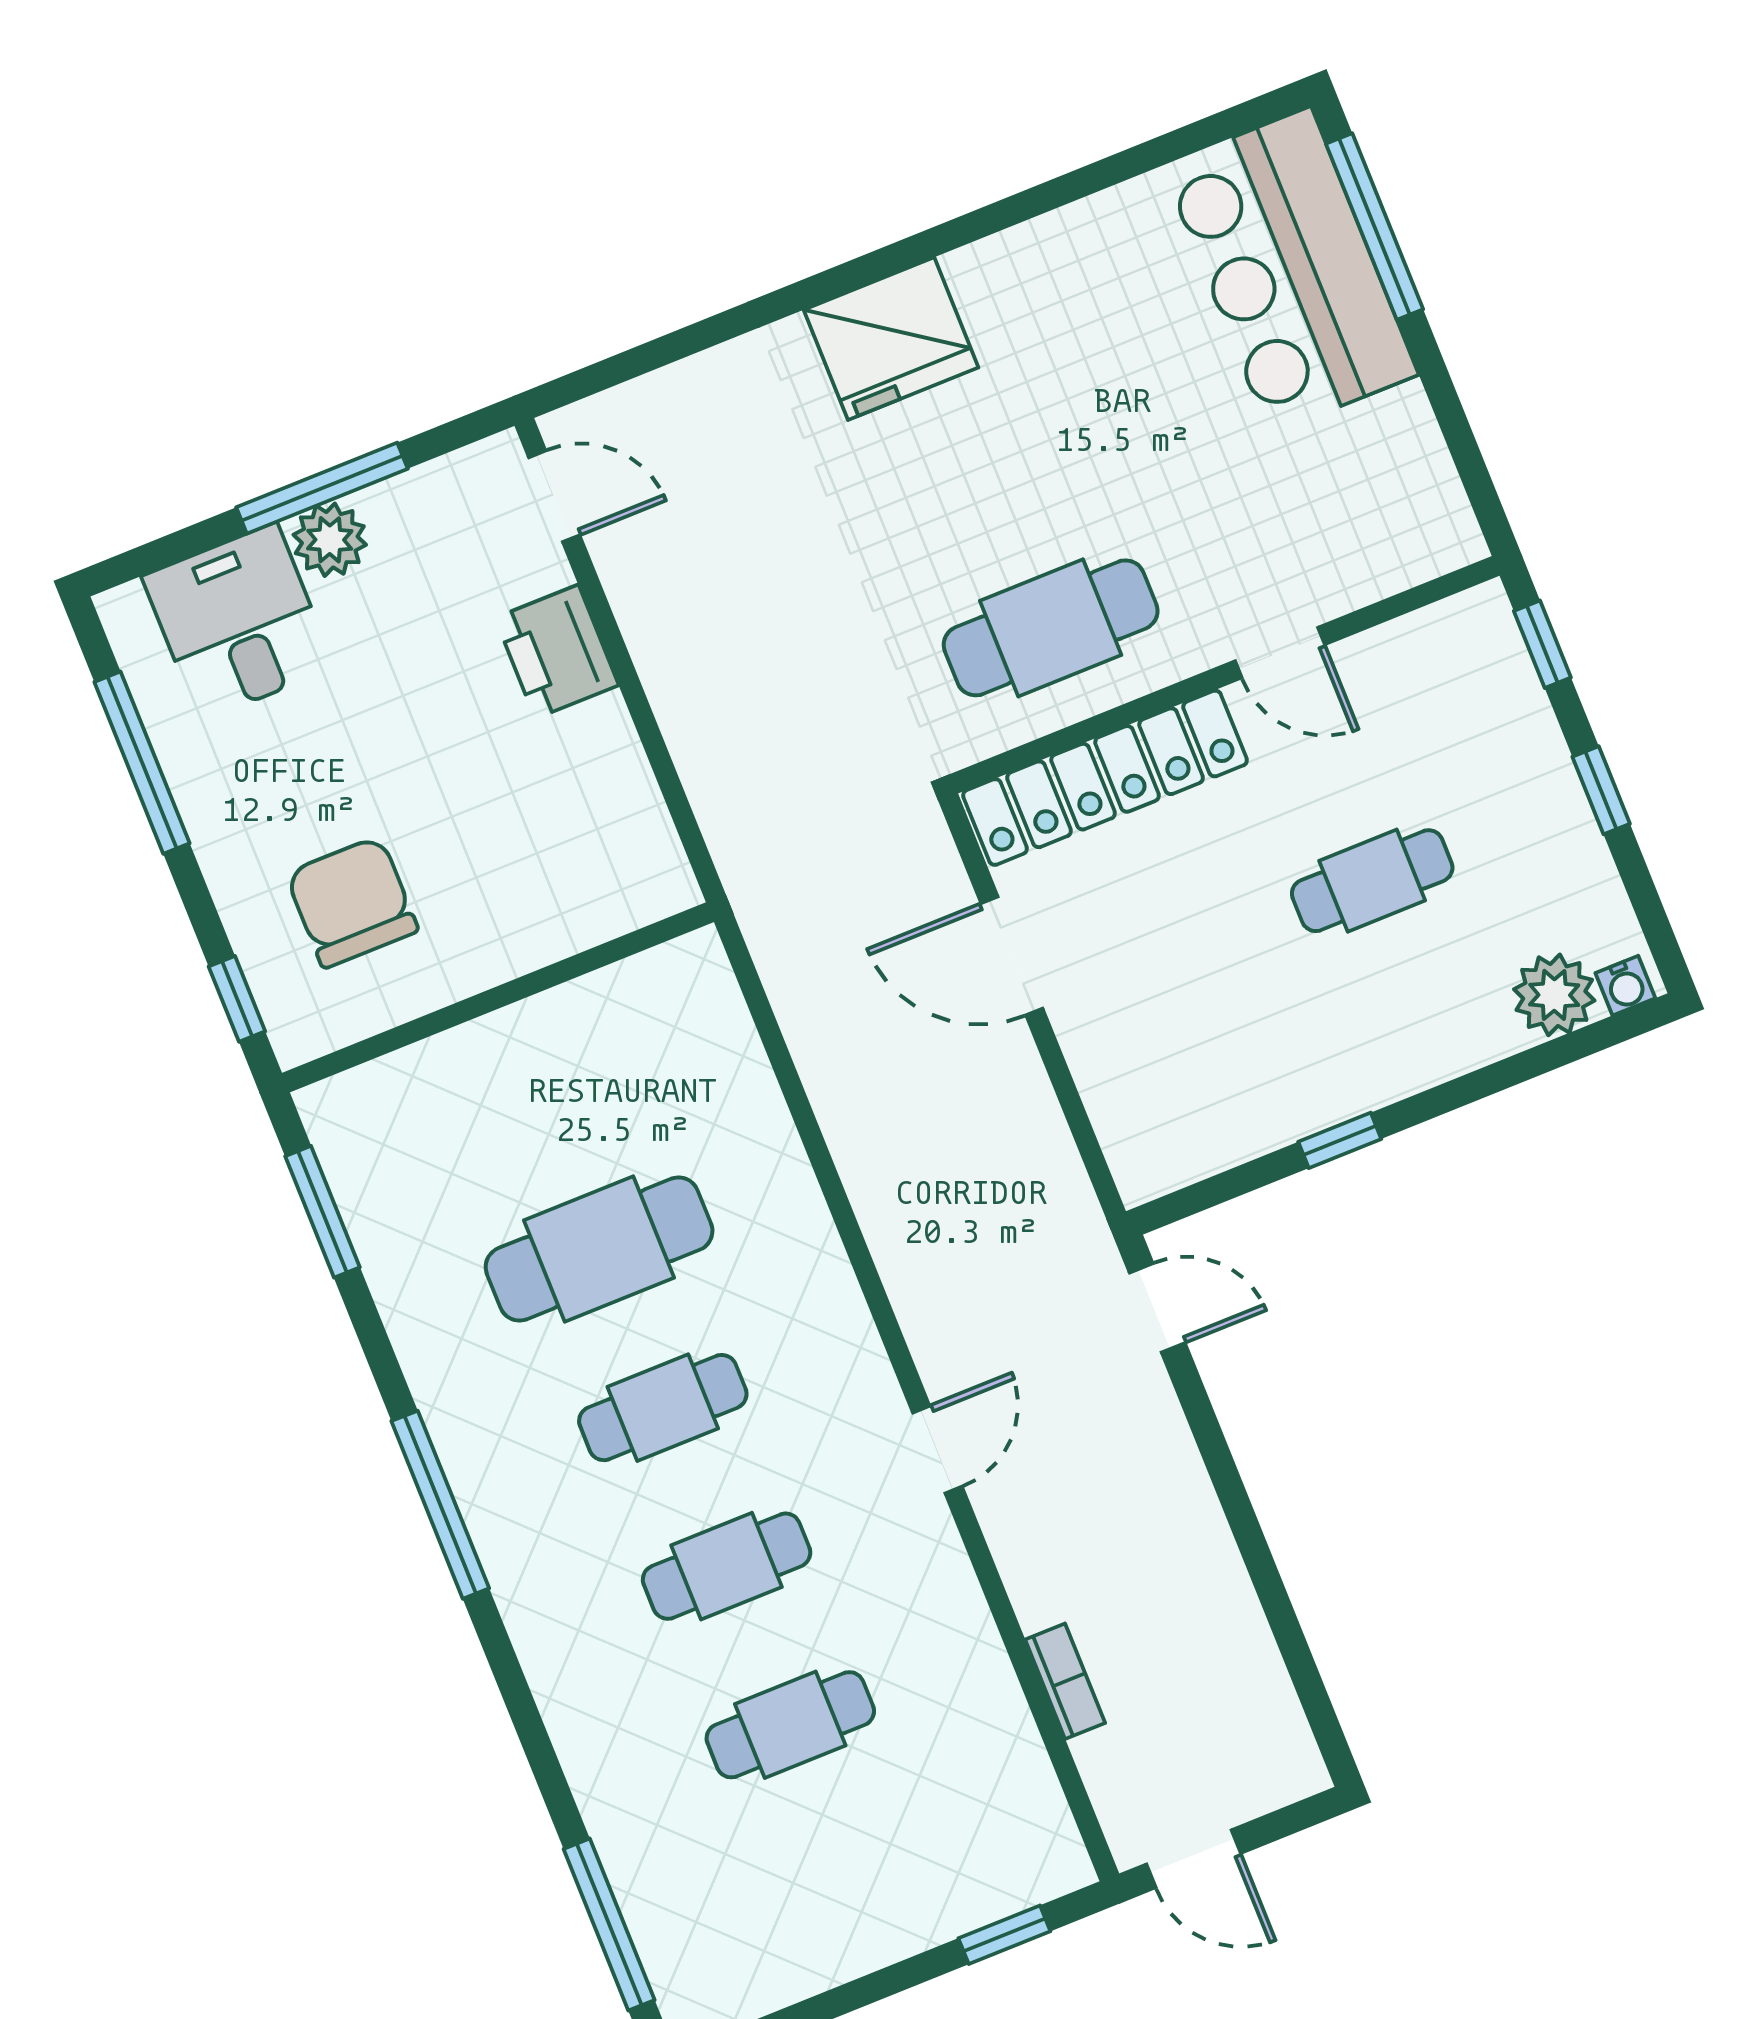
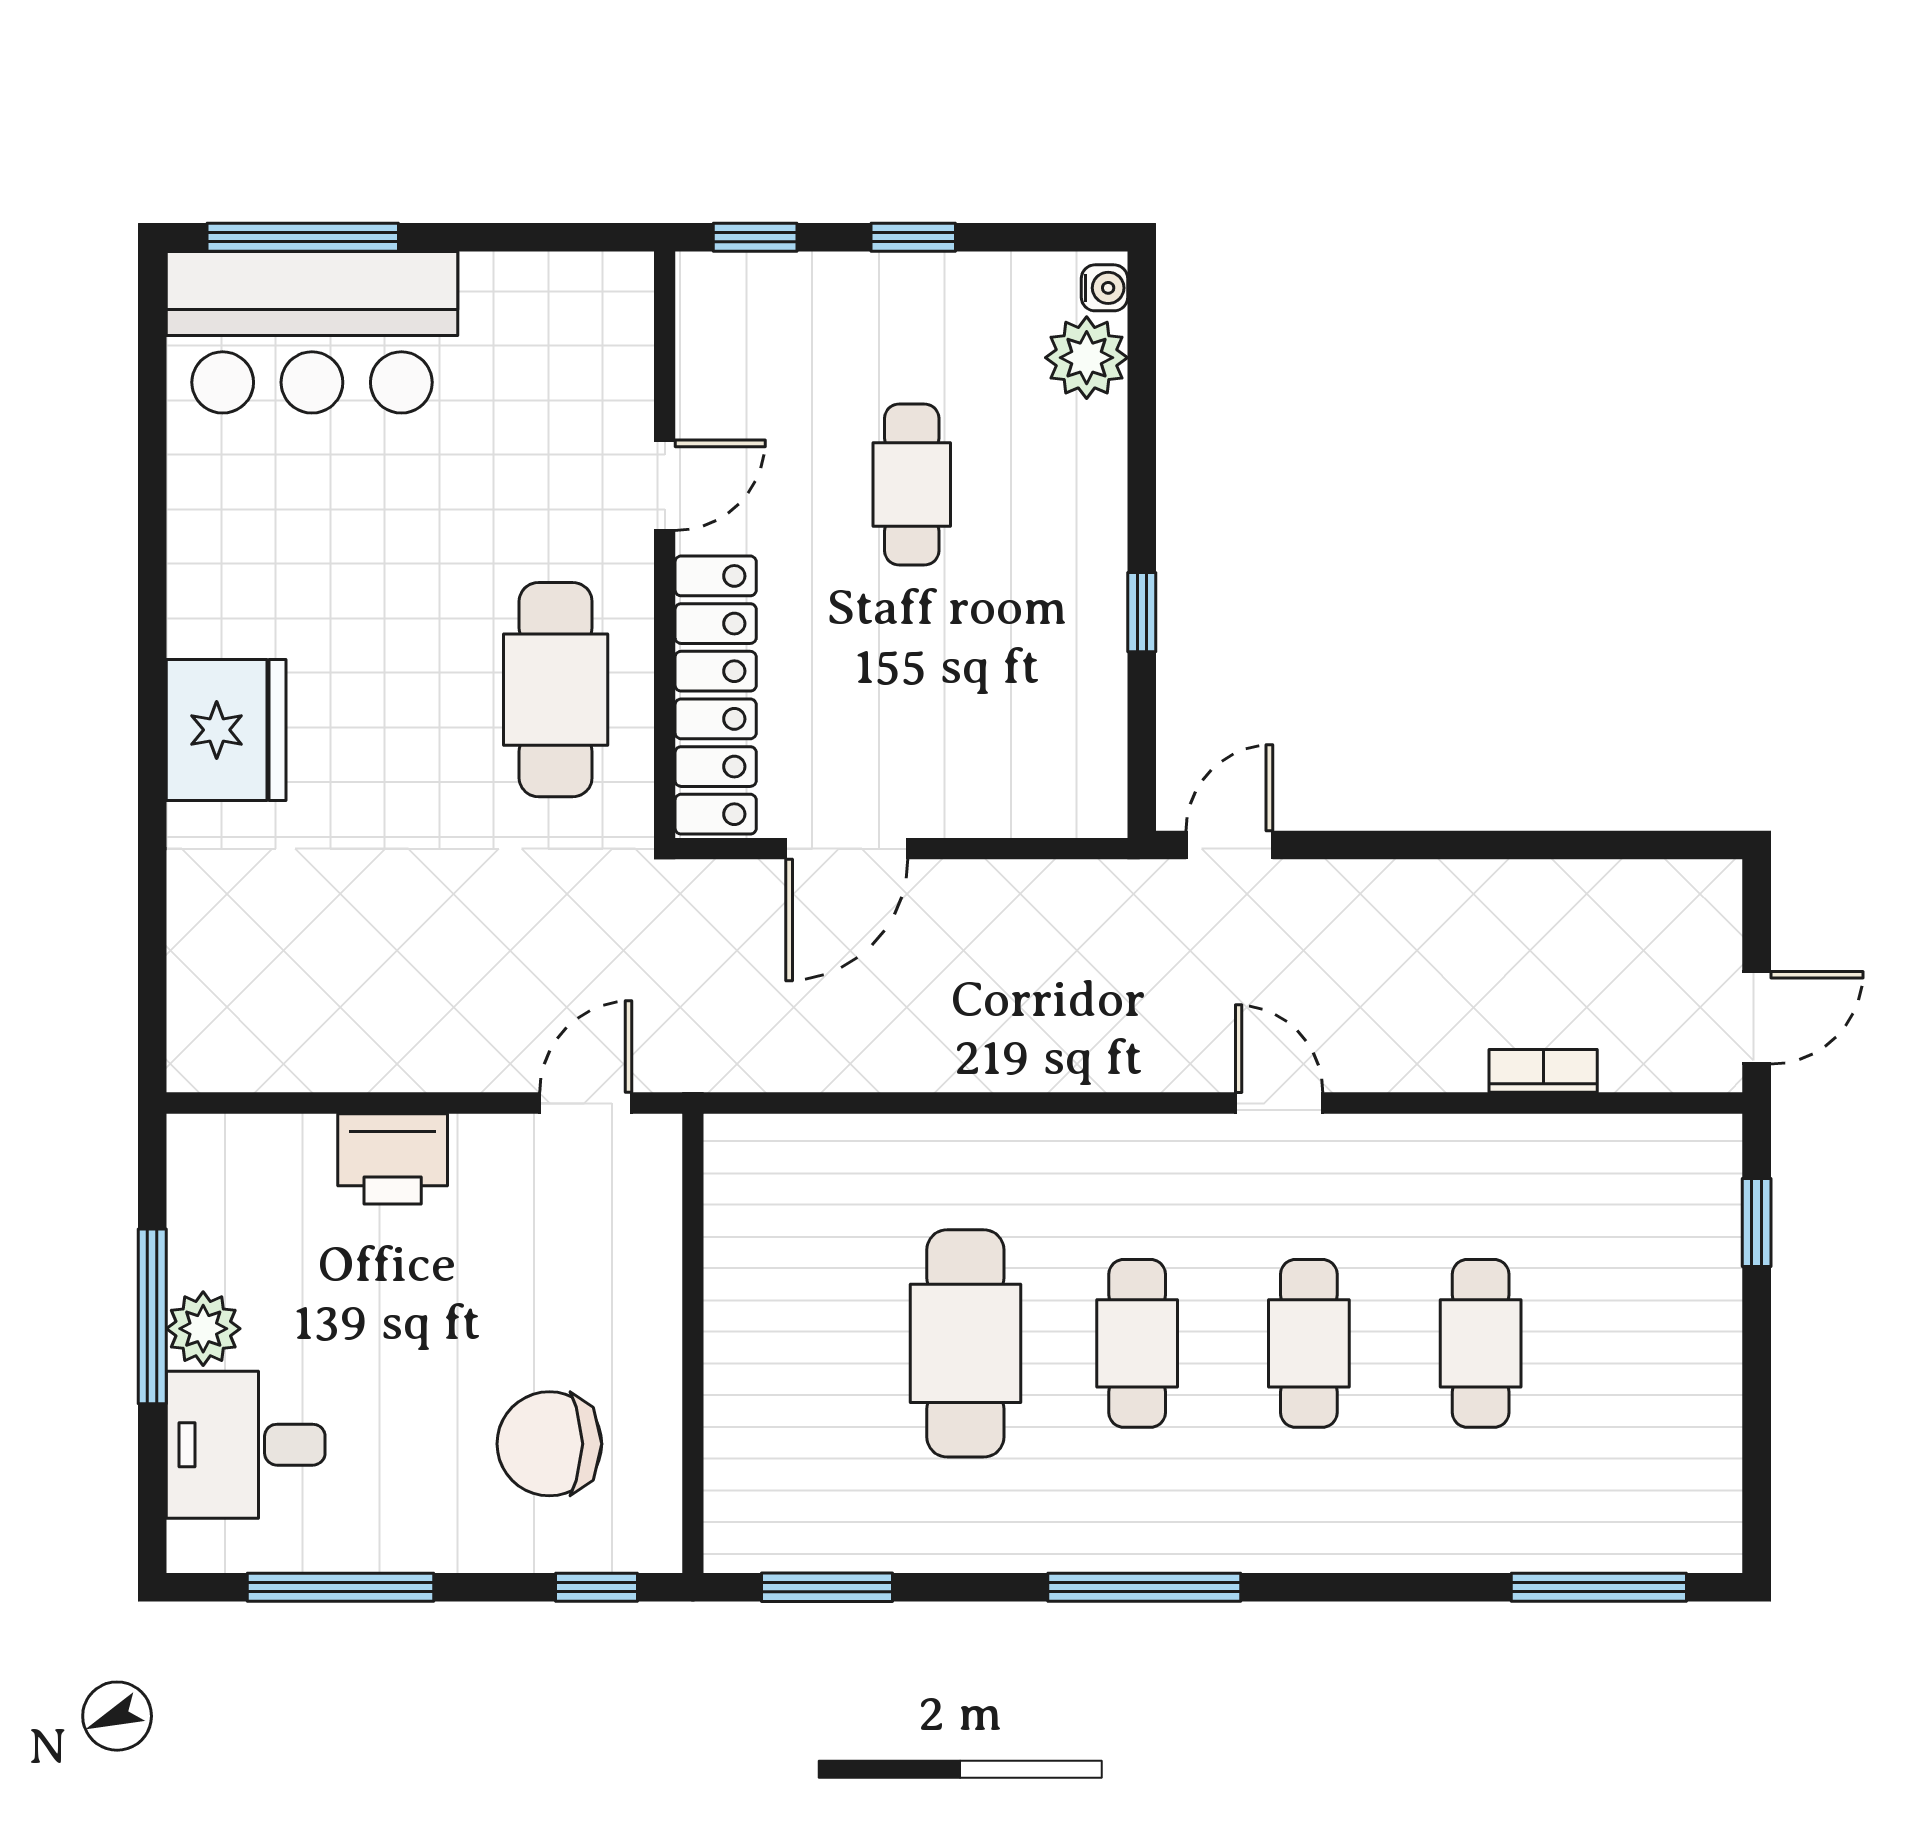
door: (554, 496) -> (586, 1103), moved

